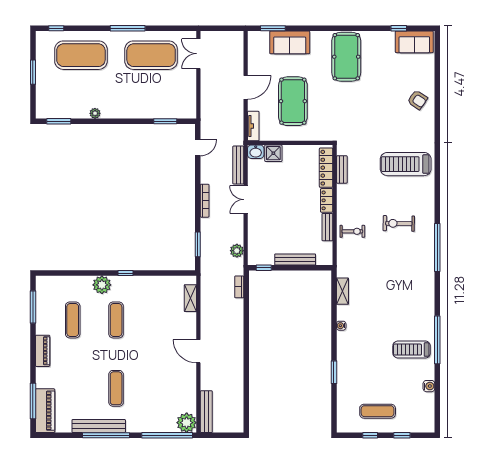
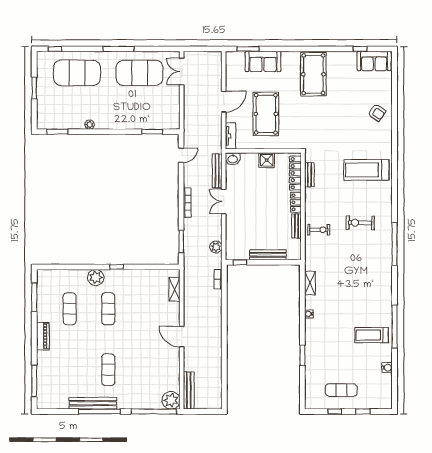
shower: (273, 153) -> (267, 160), moved
piano: (45, 411) -> (45, 390), removed

